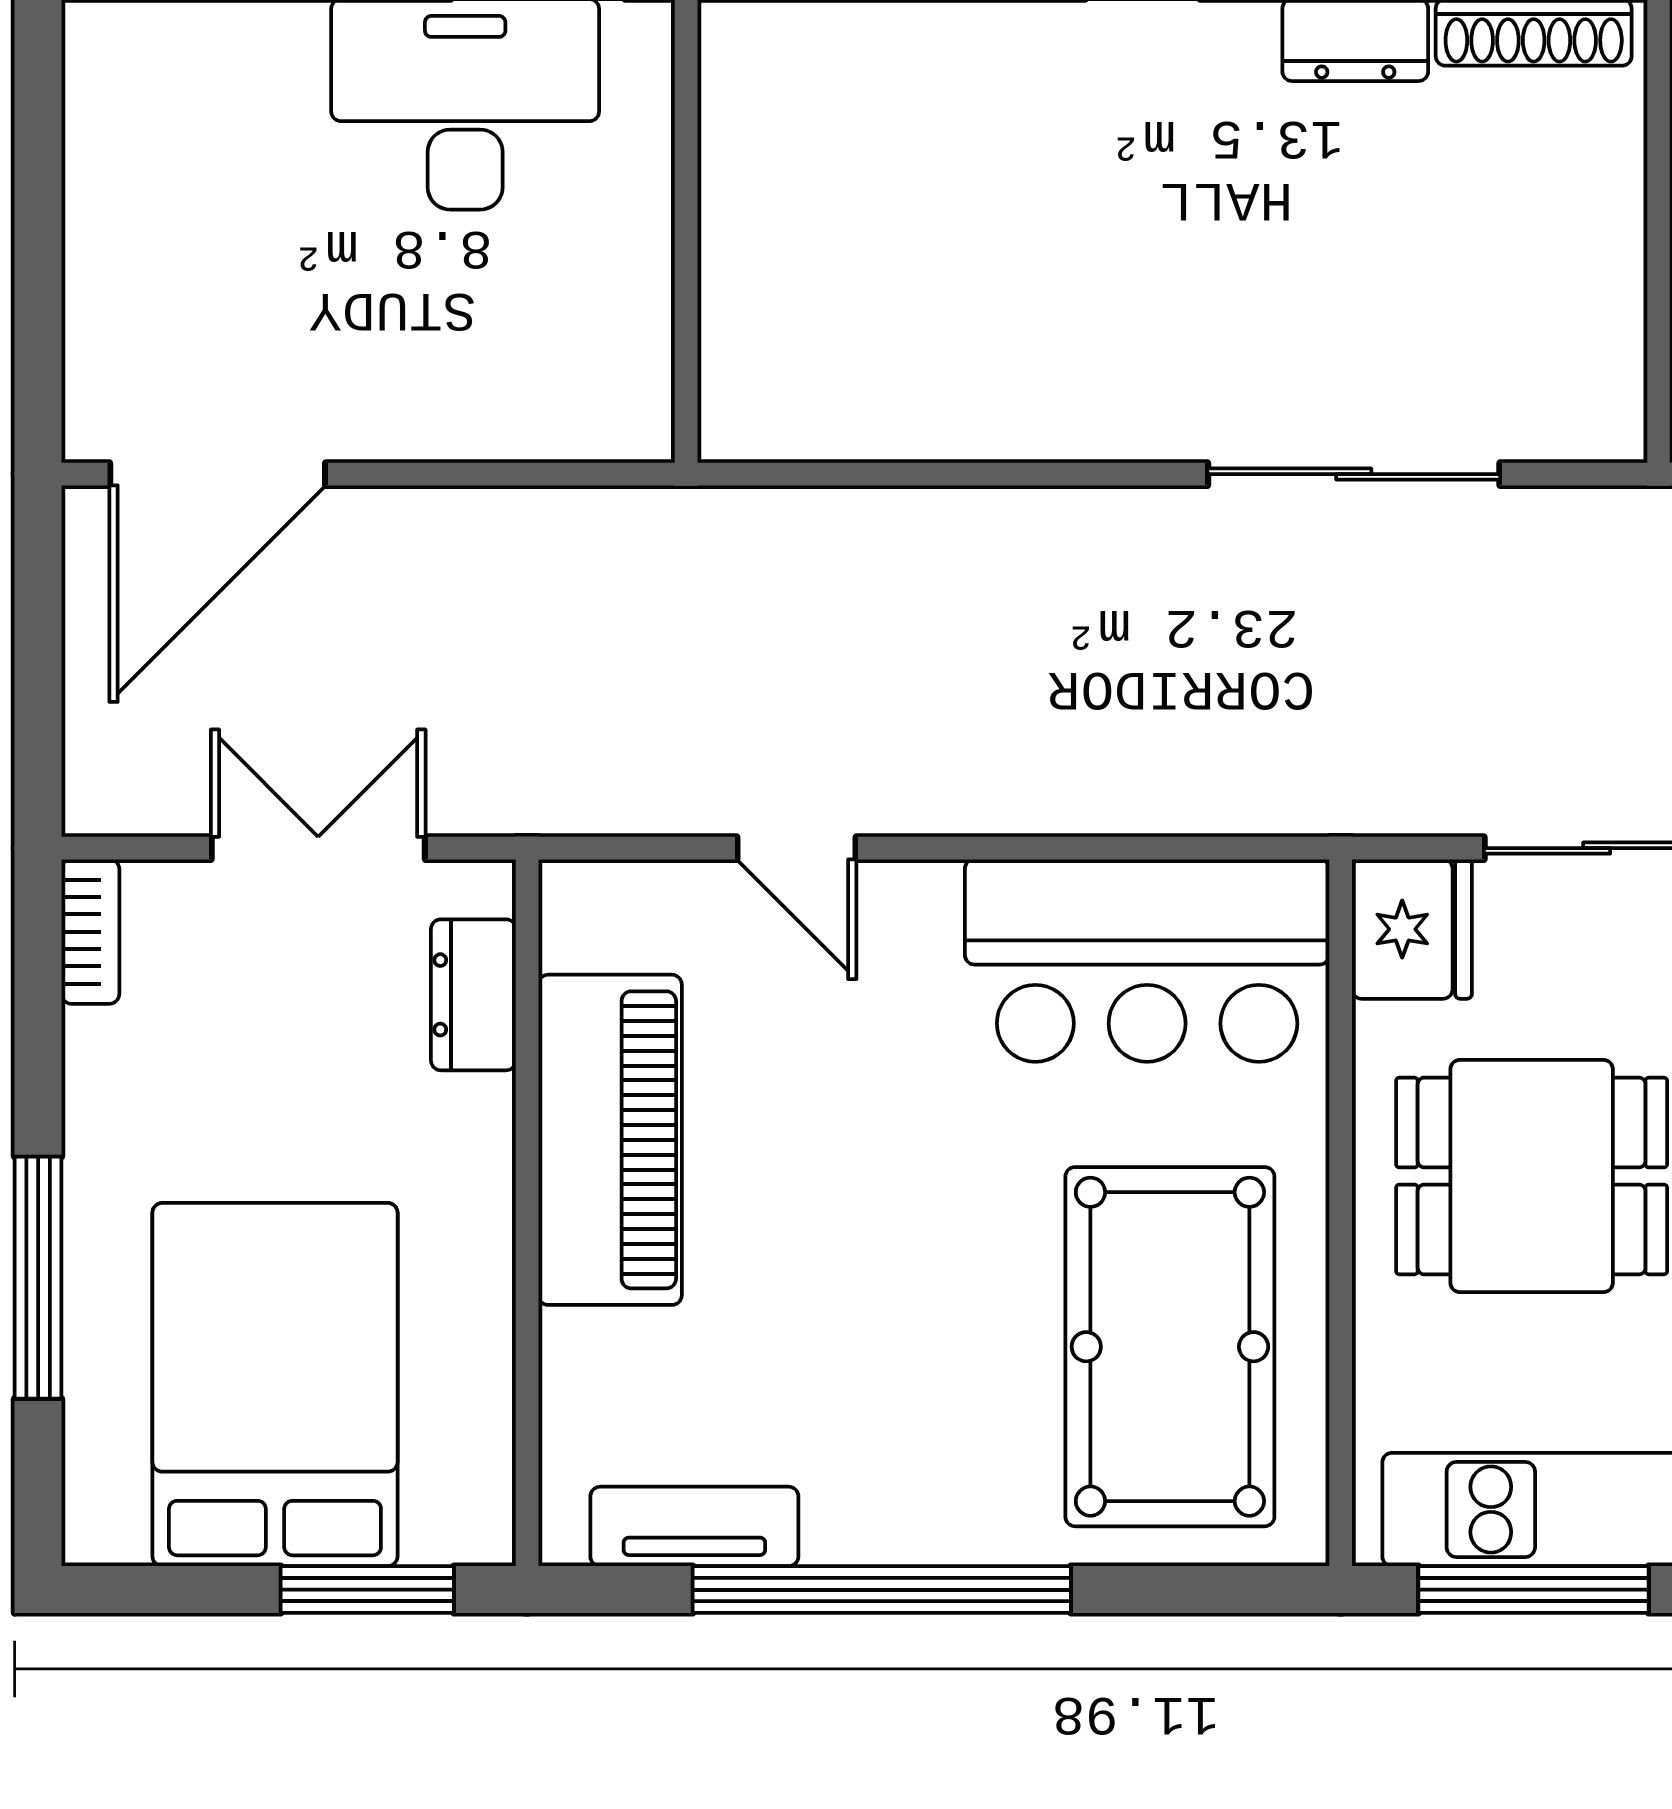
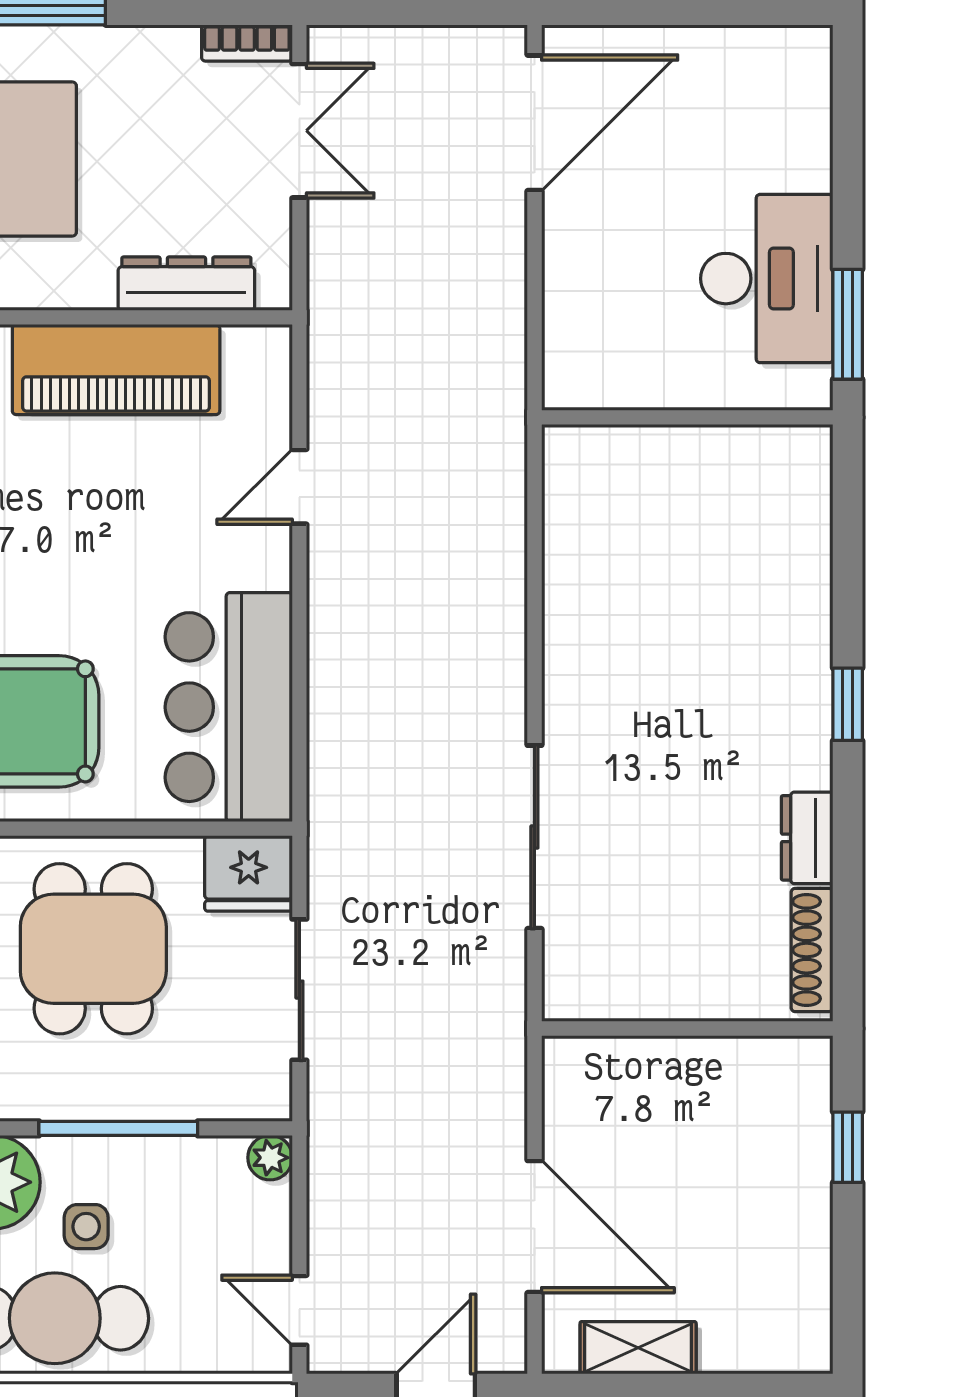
door: (218, 474) -> (534, 123), swing flipped
double door: (318, 848) -> (299, 131), moved
dresser: (473, 995) -> (186, 284), width x1.44

